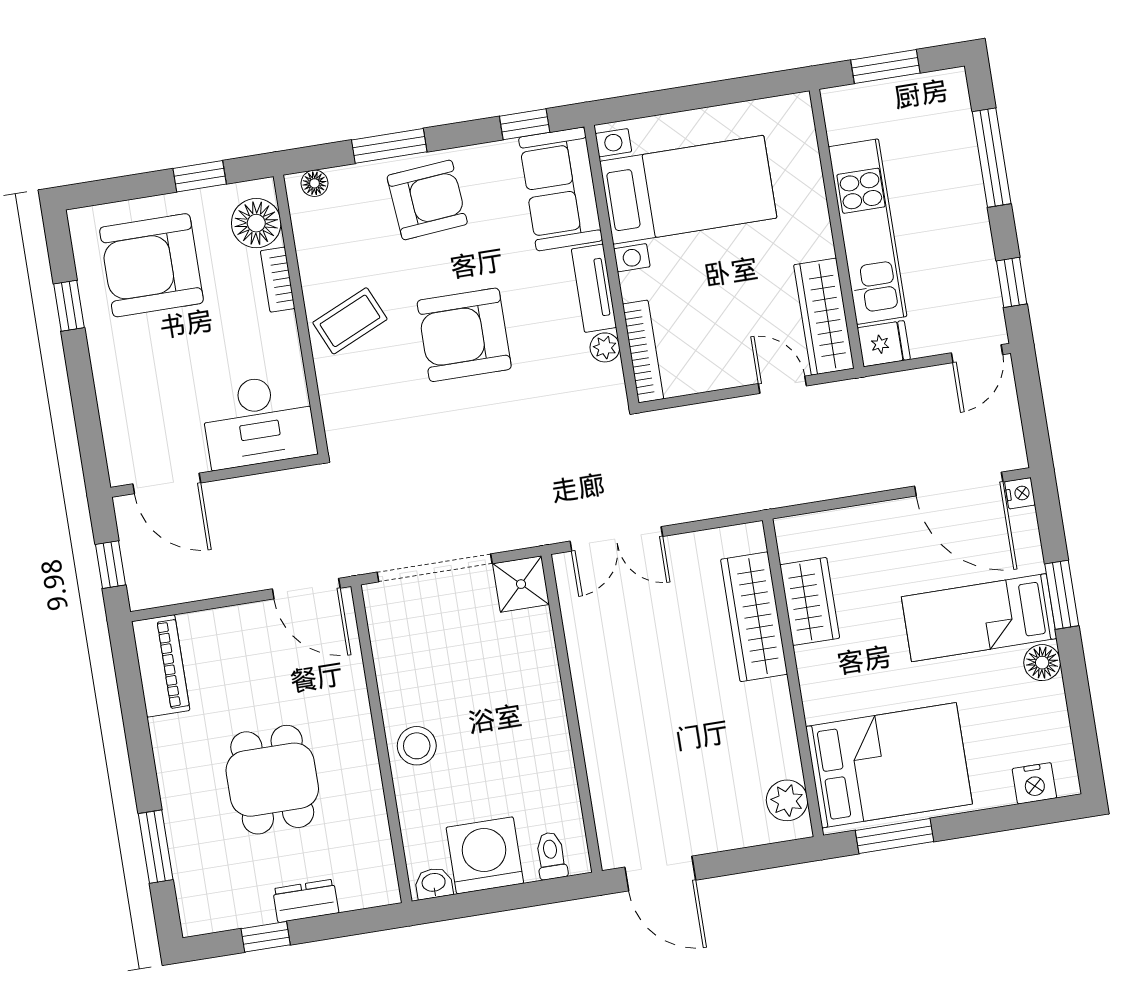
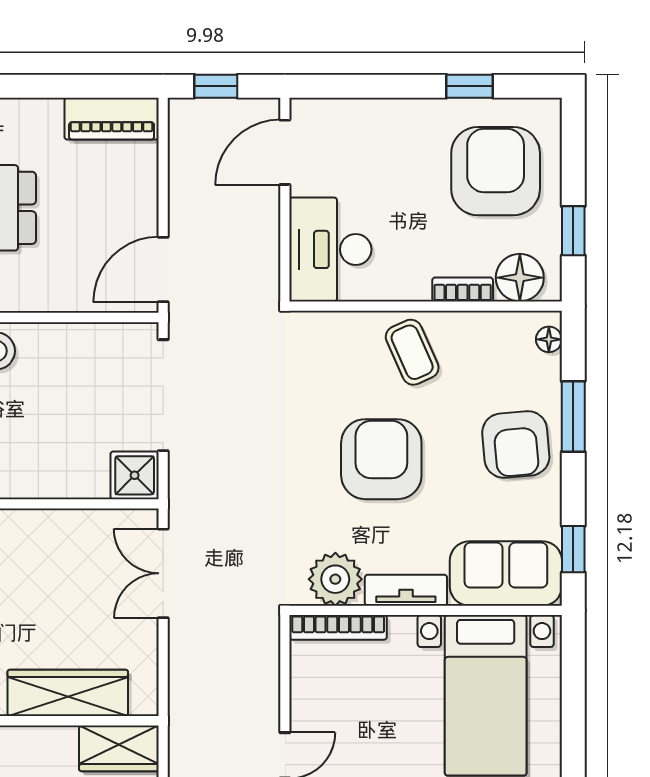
plant: (605, 347) -> (335, 579), width x1.88, depth x1.88
wardrobe: (810, 601) -> (119, 748), moved

